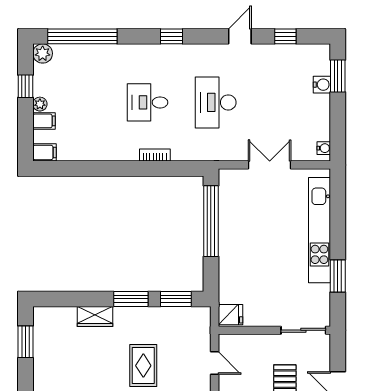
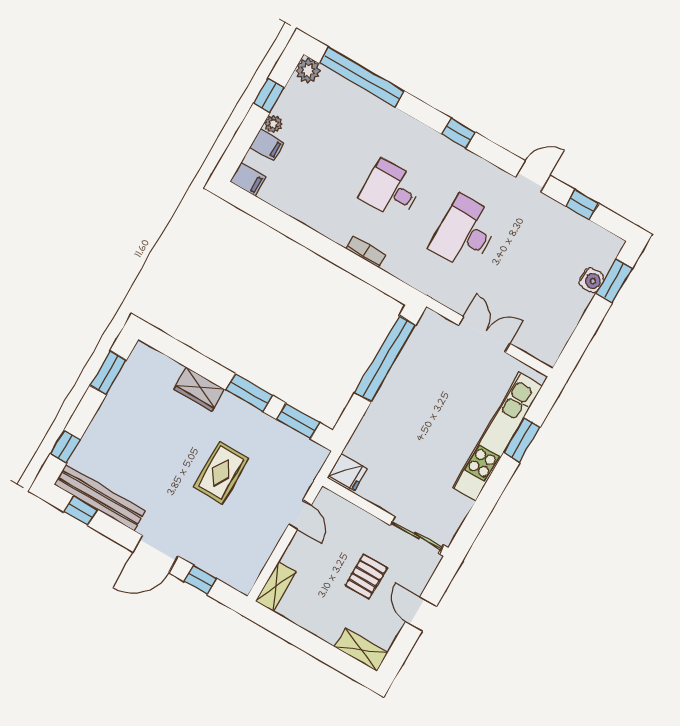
water cooler: (324, 148) -> (554, 350), removed
window: (338, 276) -> (522, 440), moved

